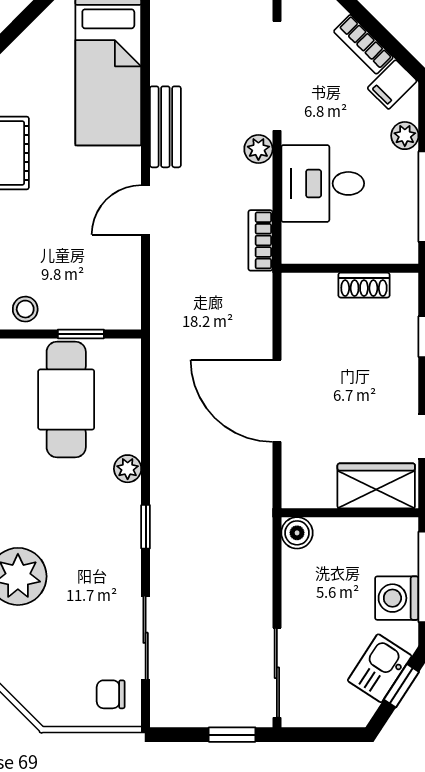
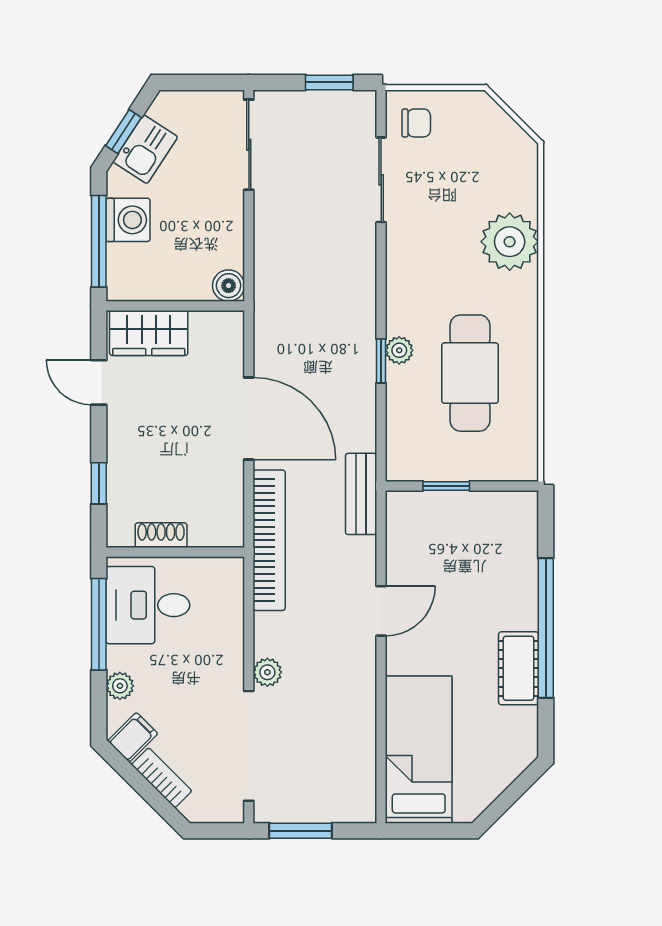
bench: (165, 127) -> (361, 494), moved
desk: (323, 183) -> (148, 605), moved, turned 180
bookcase: (260, 240) -> (269, 540), width x2.31, depth x1.31
stool: (25, 309) -> (502, 511), removed
cafe table: (66, 399) -> (470, 373), moved
window: (146, 527) -> (381, 361), moved
window: (232, 735) -> (329, 82), moved

